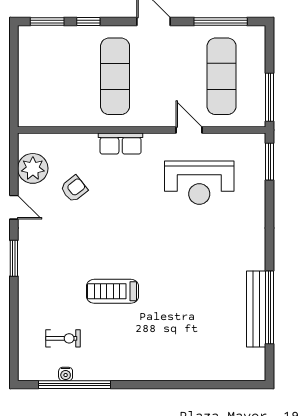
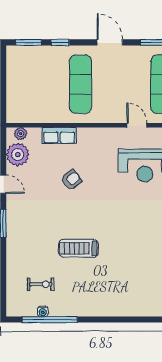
plant: (37, 141) -> (21, 134), added
row of seats: (121, 144) -> (59, 136), moved
armchair: (74, 189) -> (71, 180), moved

